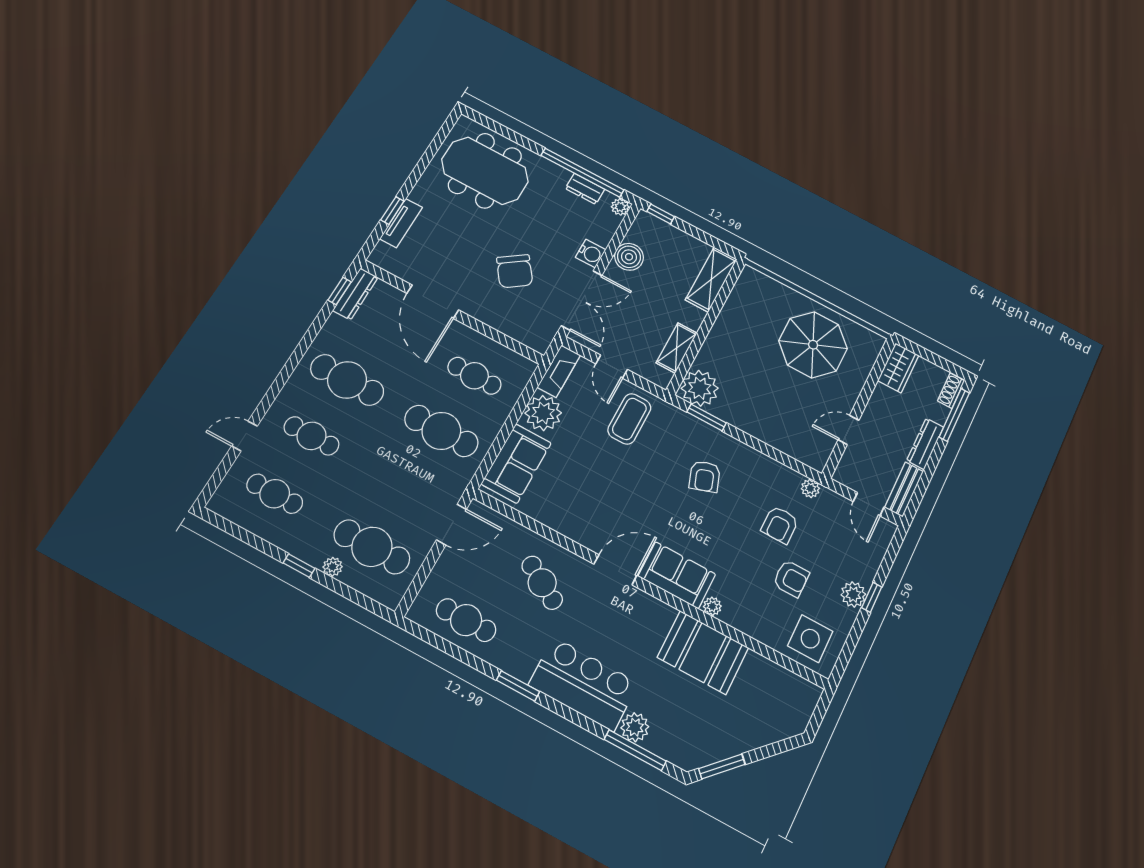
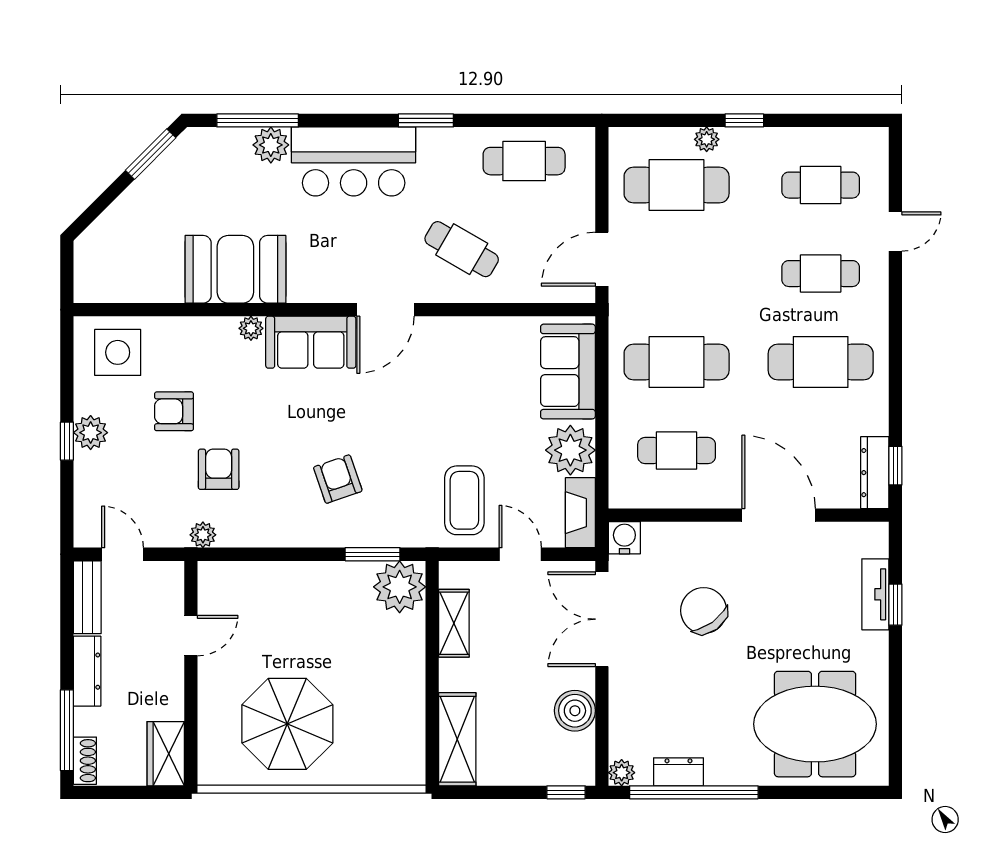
water cooler: (591, 253) -> (624, 538), moved, turned 90

